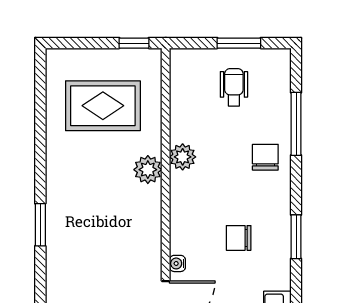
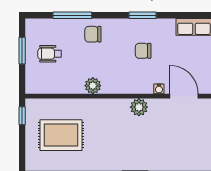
rug: (103, 106) -> (61, 135), turned 90
plant: (148, 170) -> (139, 107), moved
chair: (239, 238) -> (143, 51), turned 90

